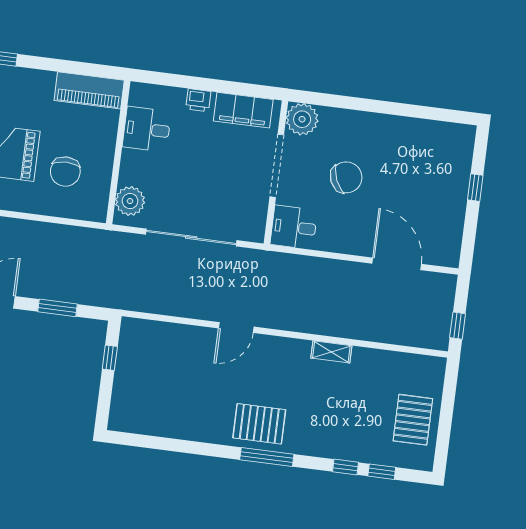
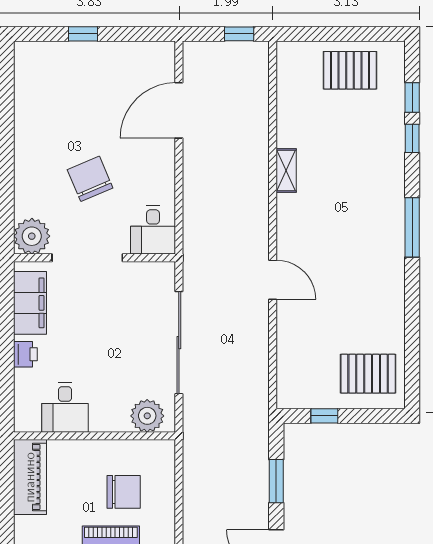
pallet: (259, 424) -> (368, 374), moved, turned 90

